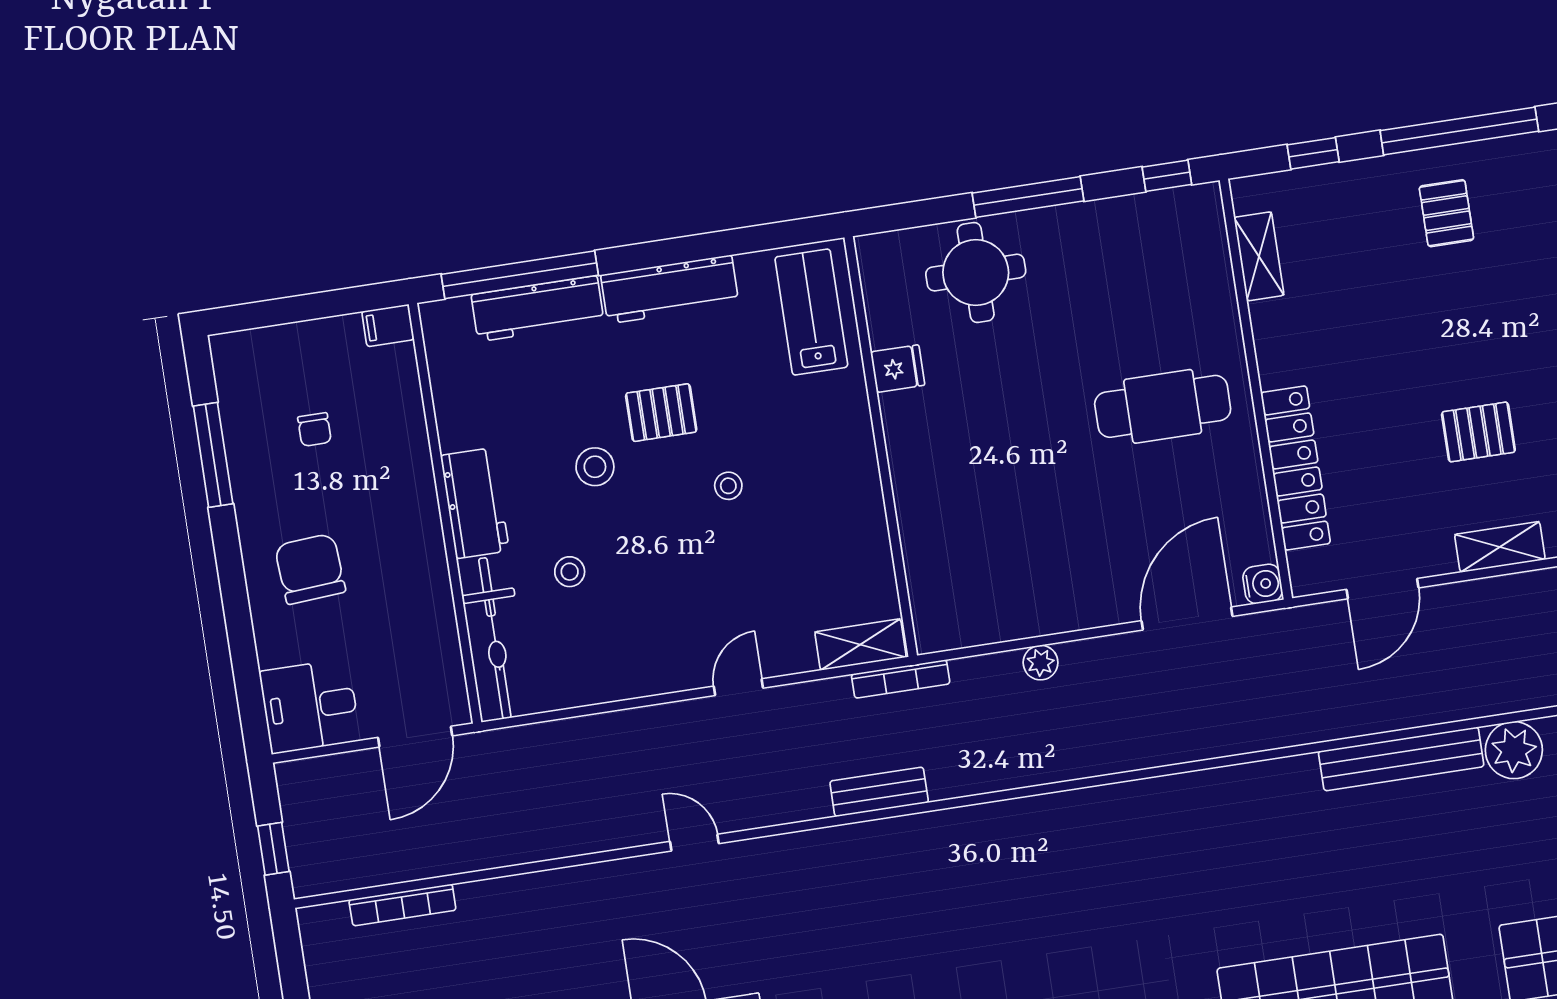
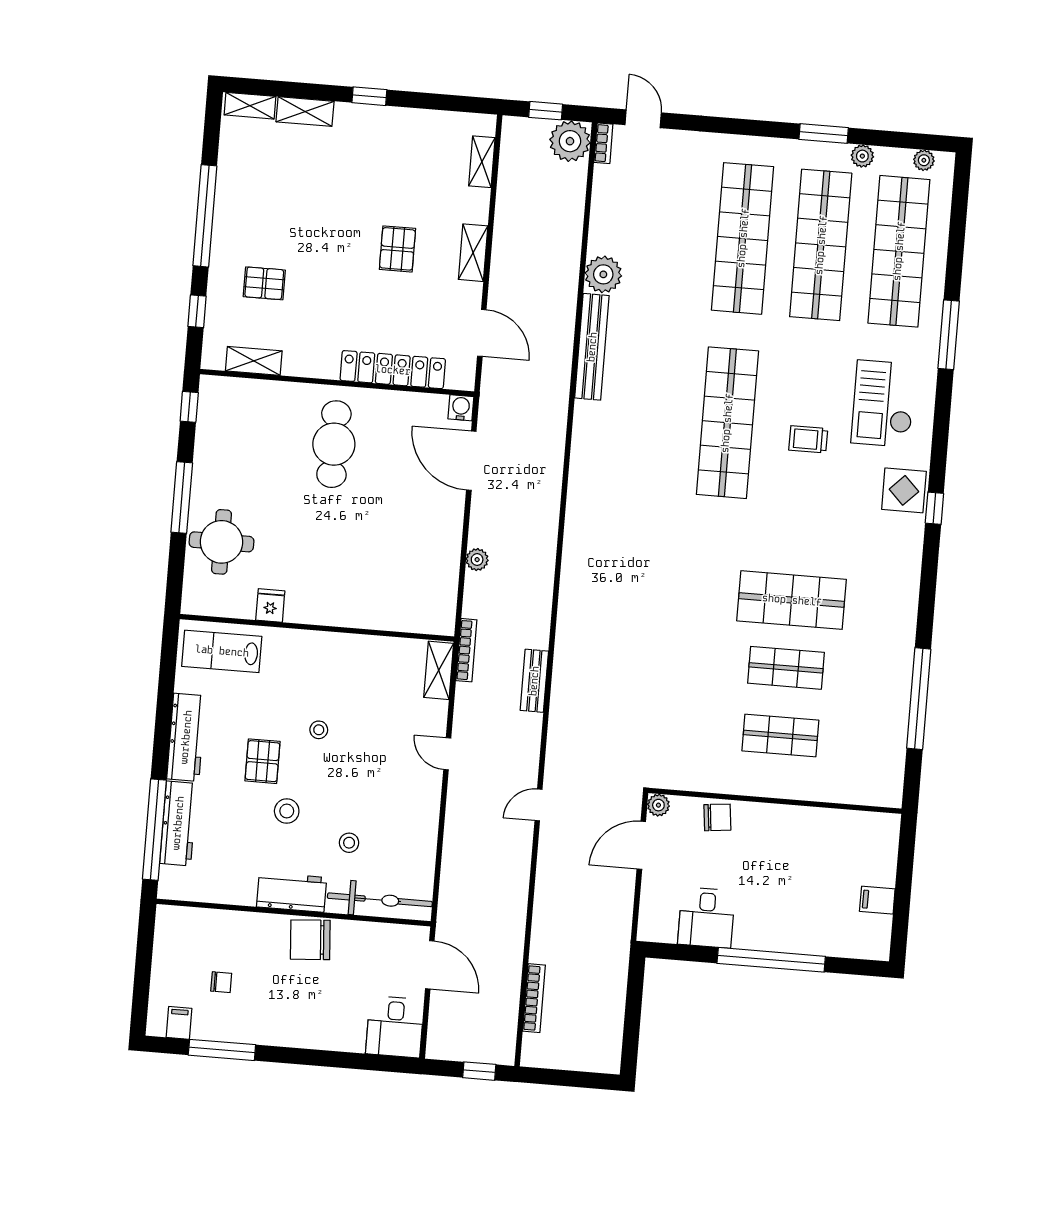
pallet: (1446, 213) -> (264, 283), moved
filing cabinet: (388, 325) -> (179, 1023), moved, turned 180
chair: (310, 569) -> (310, 940), moved

